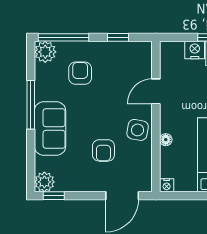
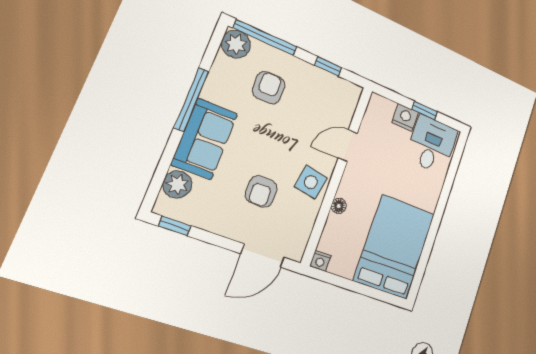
plant: (44, 182) -> (177, 184), moved

